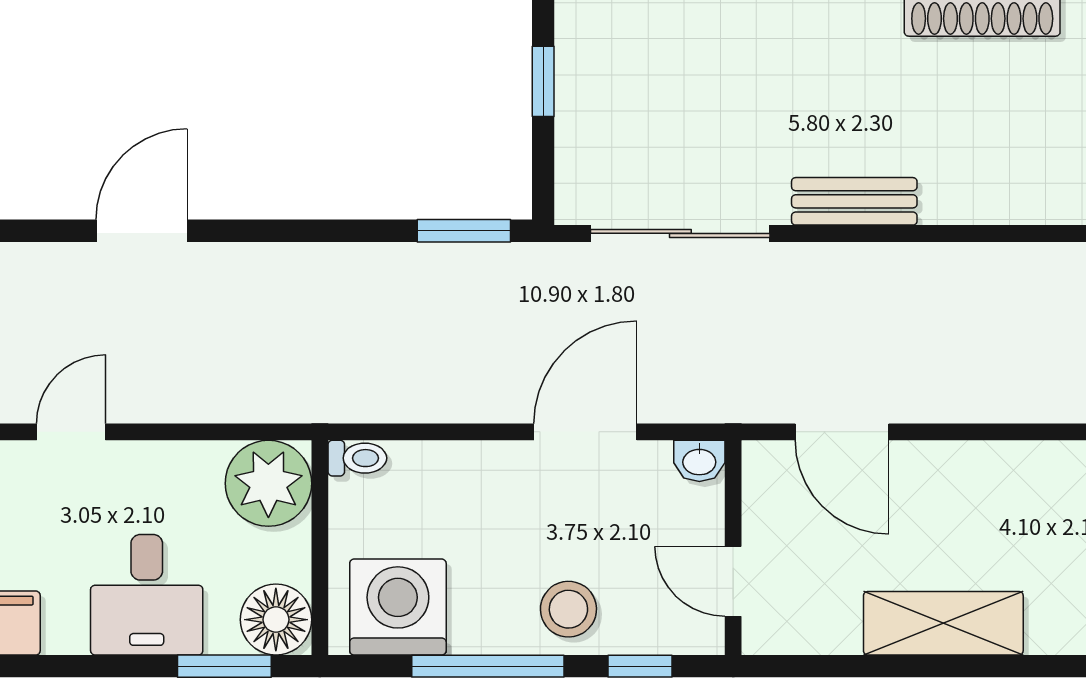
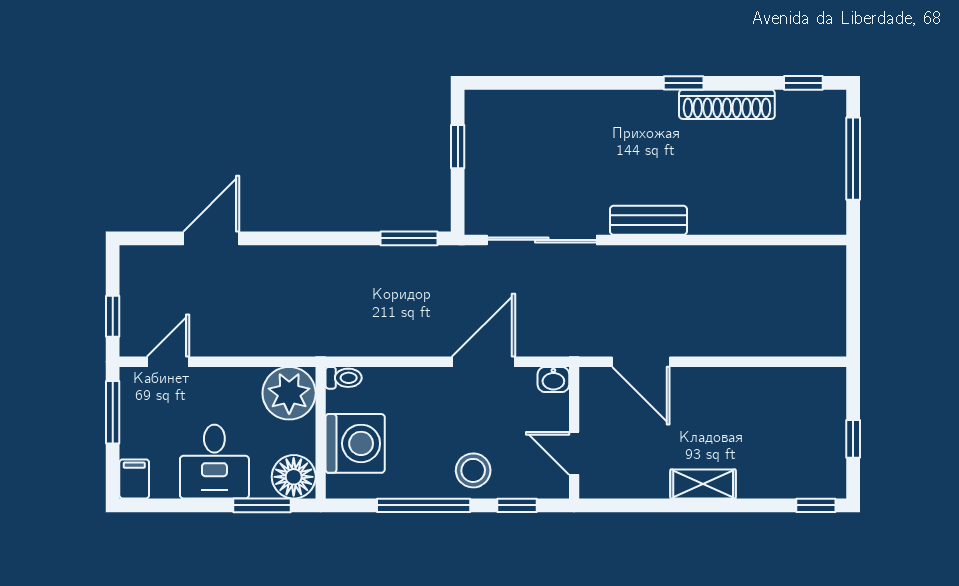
washing machine: (398, 607) -> (355, 443), moved, turned 90
shelving: (943, 623) -> (703, 484), width x0.67, depth x0.75

